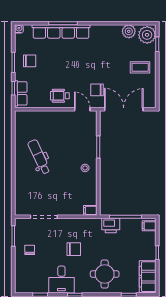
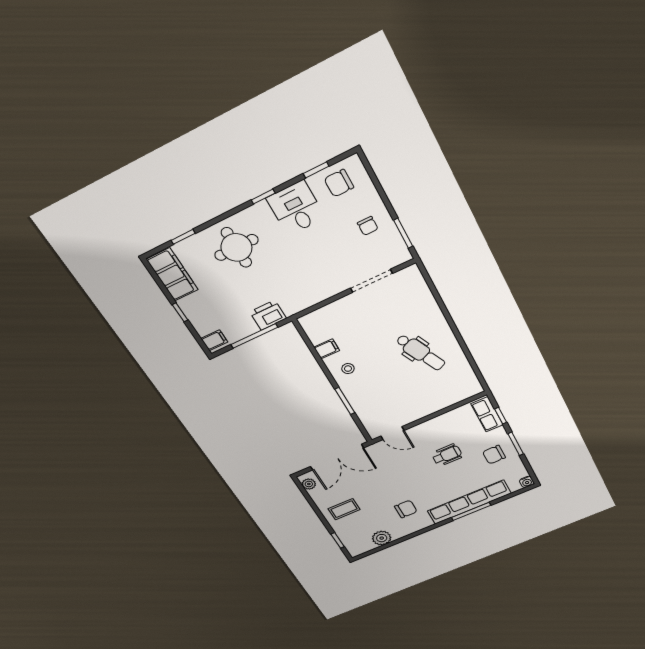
plant: (147, 35) -> (309, 484), moved, width x0.53, depth x0.53
chair: (97, 90) -> (406, 509), moved
wheelchair: (60, 96) -> (447, 455), moved
filing cabinet: (90, 210) -> (327, 349), moved
chair: (74, 249) -> (339, 183), moved

